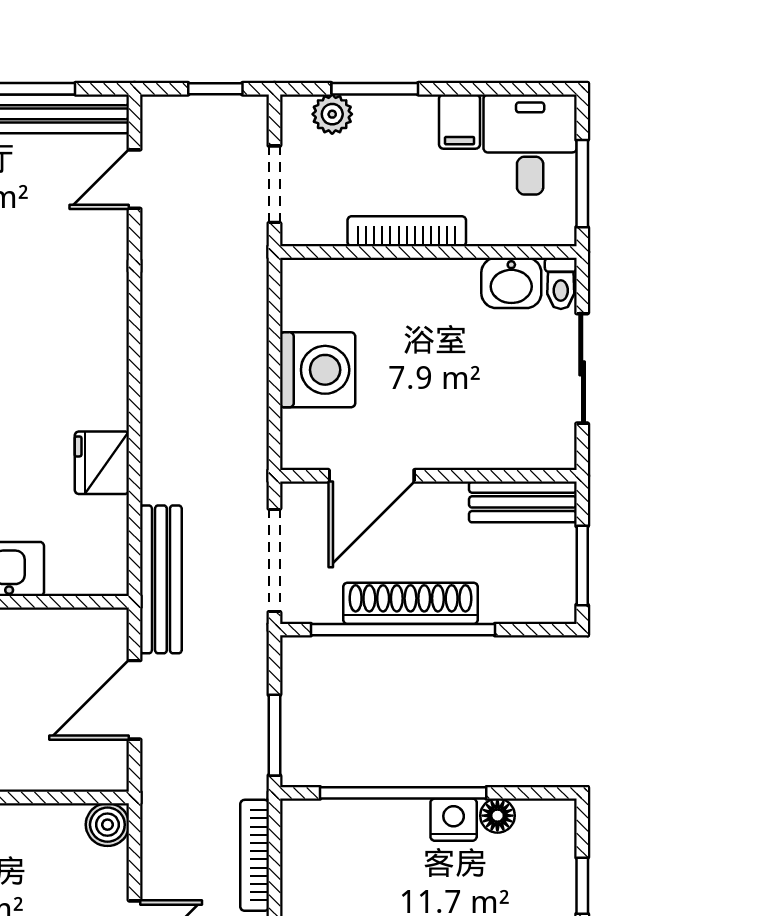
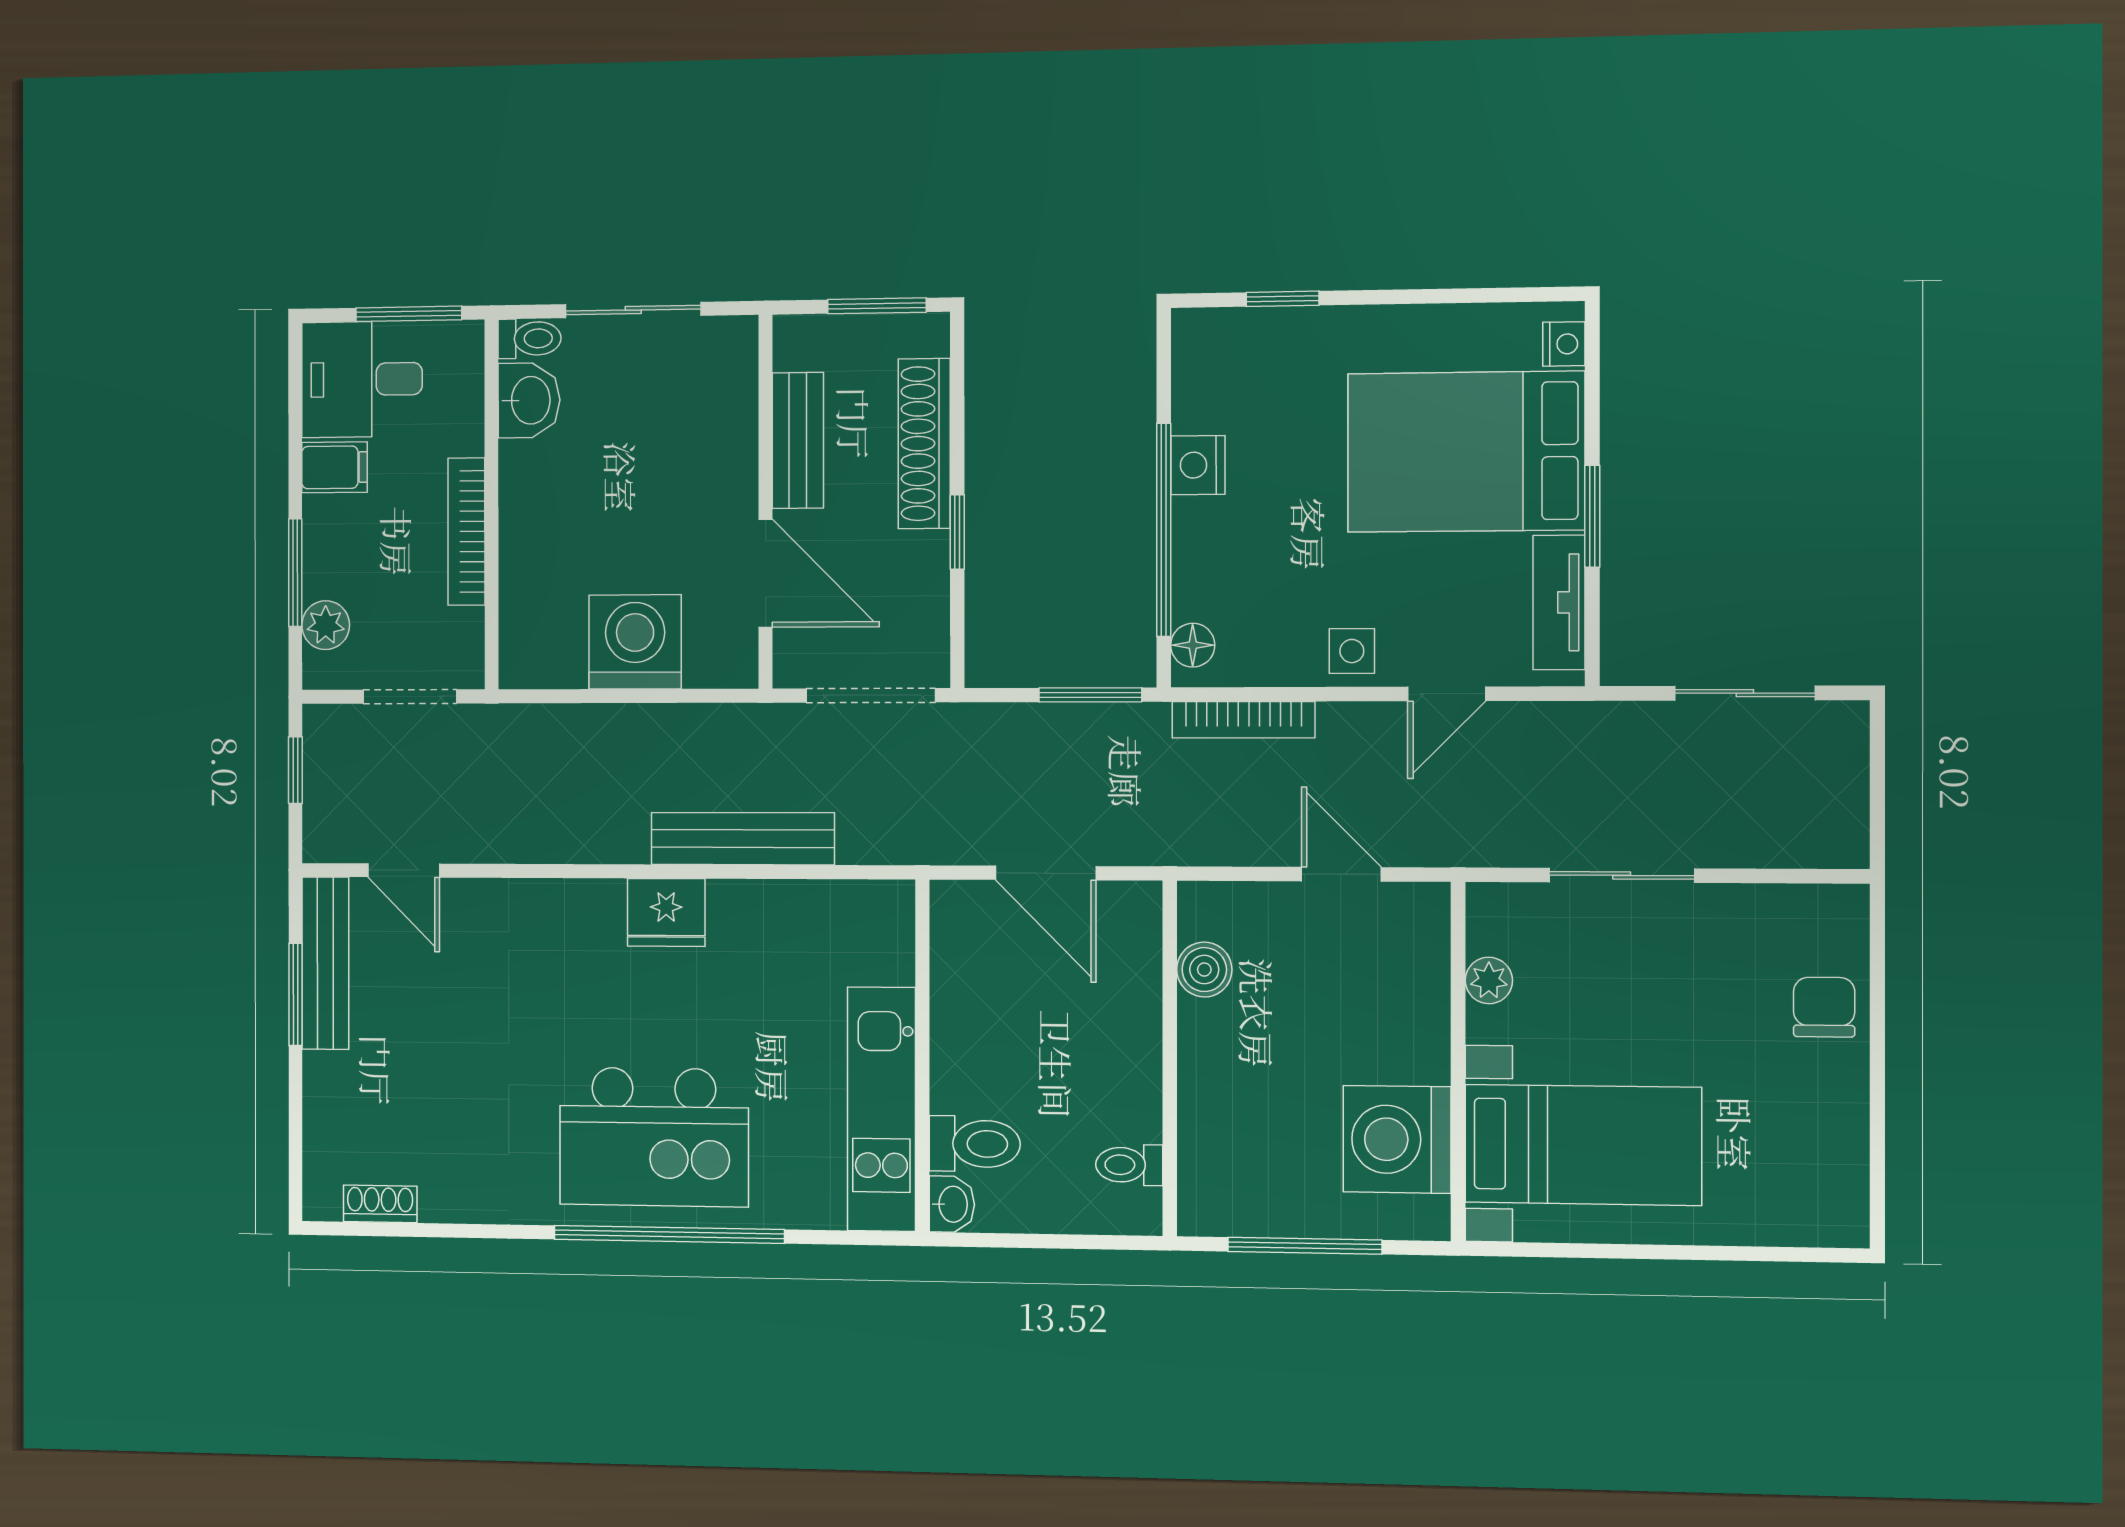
fridge: (102, 463) -> (666, 912), moved
bench: (523, 502) -> (798, 440), moved
bench: (161, 579) -> (743, 839), moved
shoe rack: (411, 603) -> (924, 444), moved
window: (403, 630) -> (957, 532), width x0.32
floor lamp: (497, 816) -> (1193, 645), moved
boiler: (107, 825) -> (1204, 970), moved

